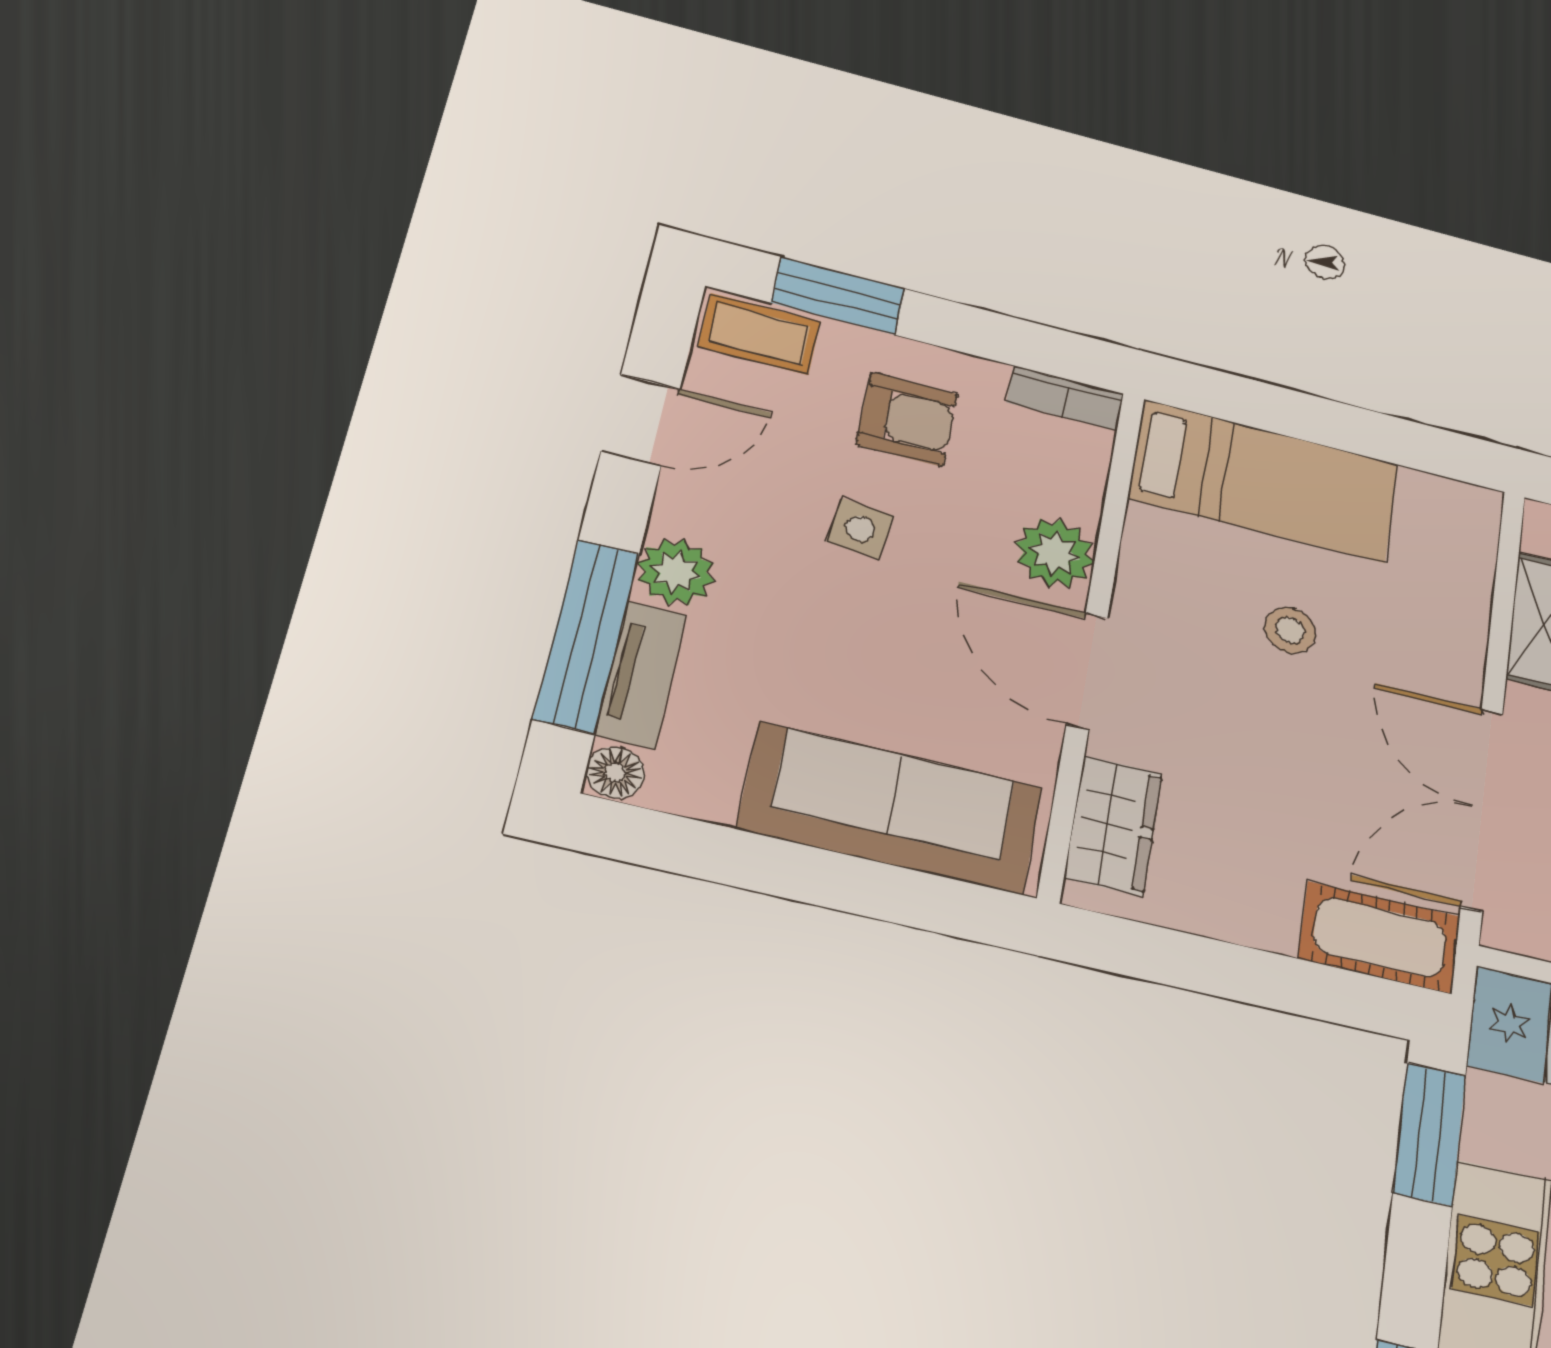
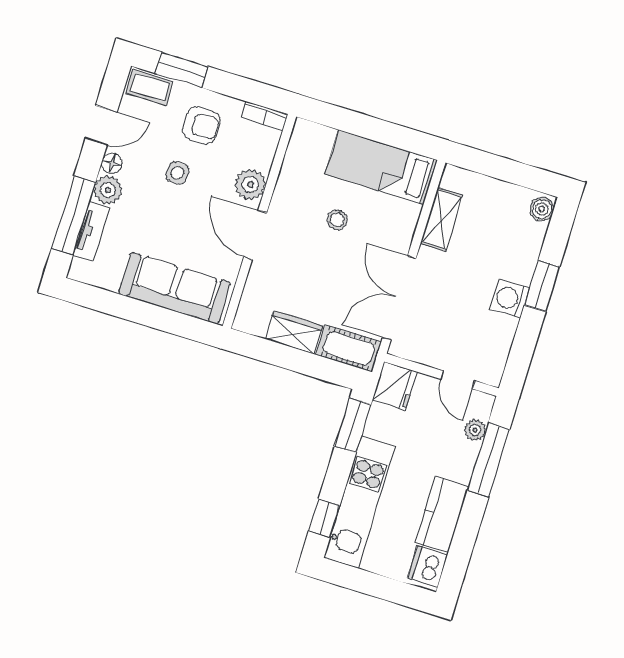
bed: (1264, 481) -> (381, 167), moved, turned 180
floor lamp: (615, 773) -> (112, 163), moved
wardrobe: (1113, 825) -> (294, 332), moved, turned -90

